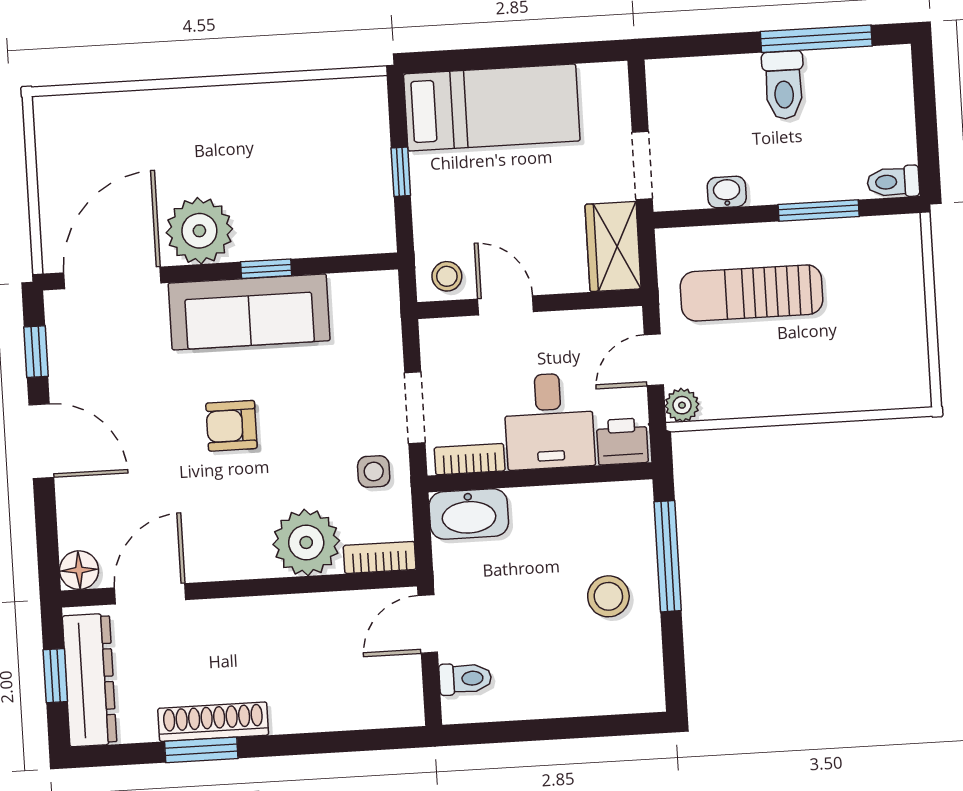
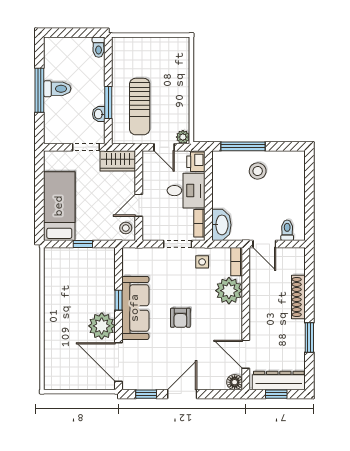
window: (816, 39) -> (39, 90), moved
window: (819, 210) -> (108, 102), moved
shoe rack: (213, 722) -> (298, 297), moved

